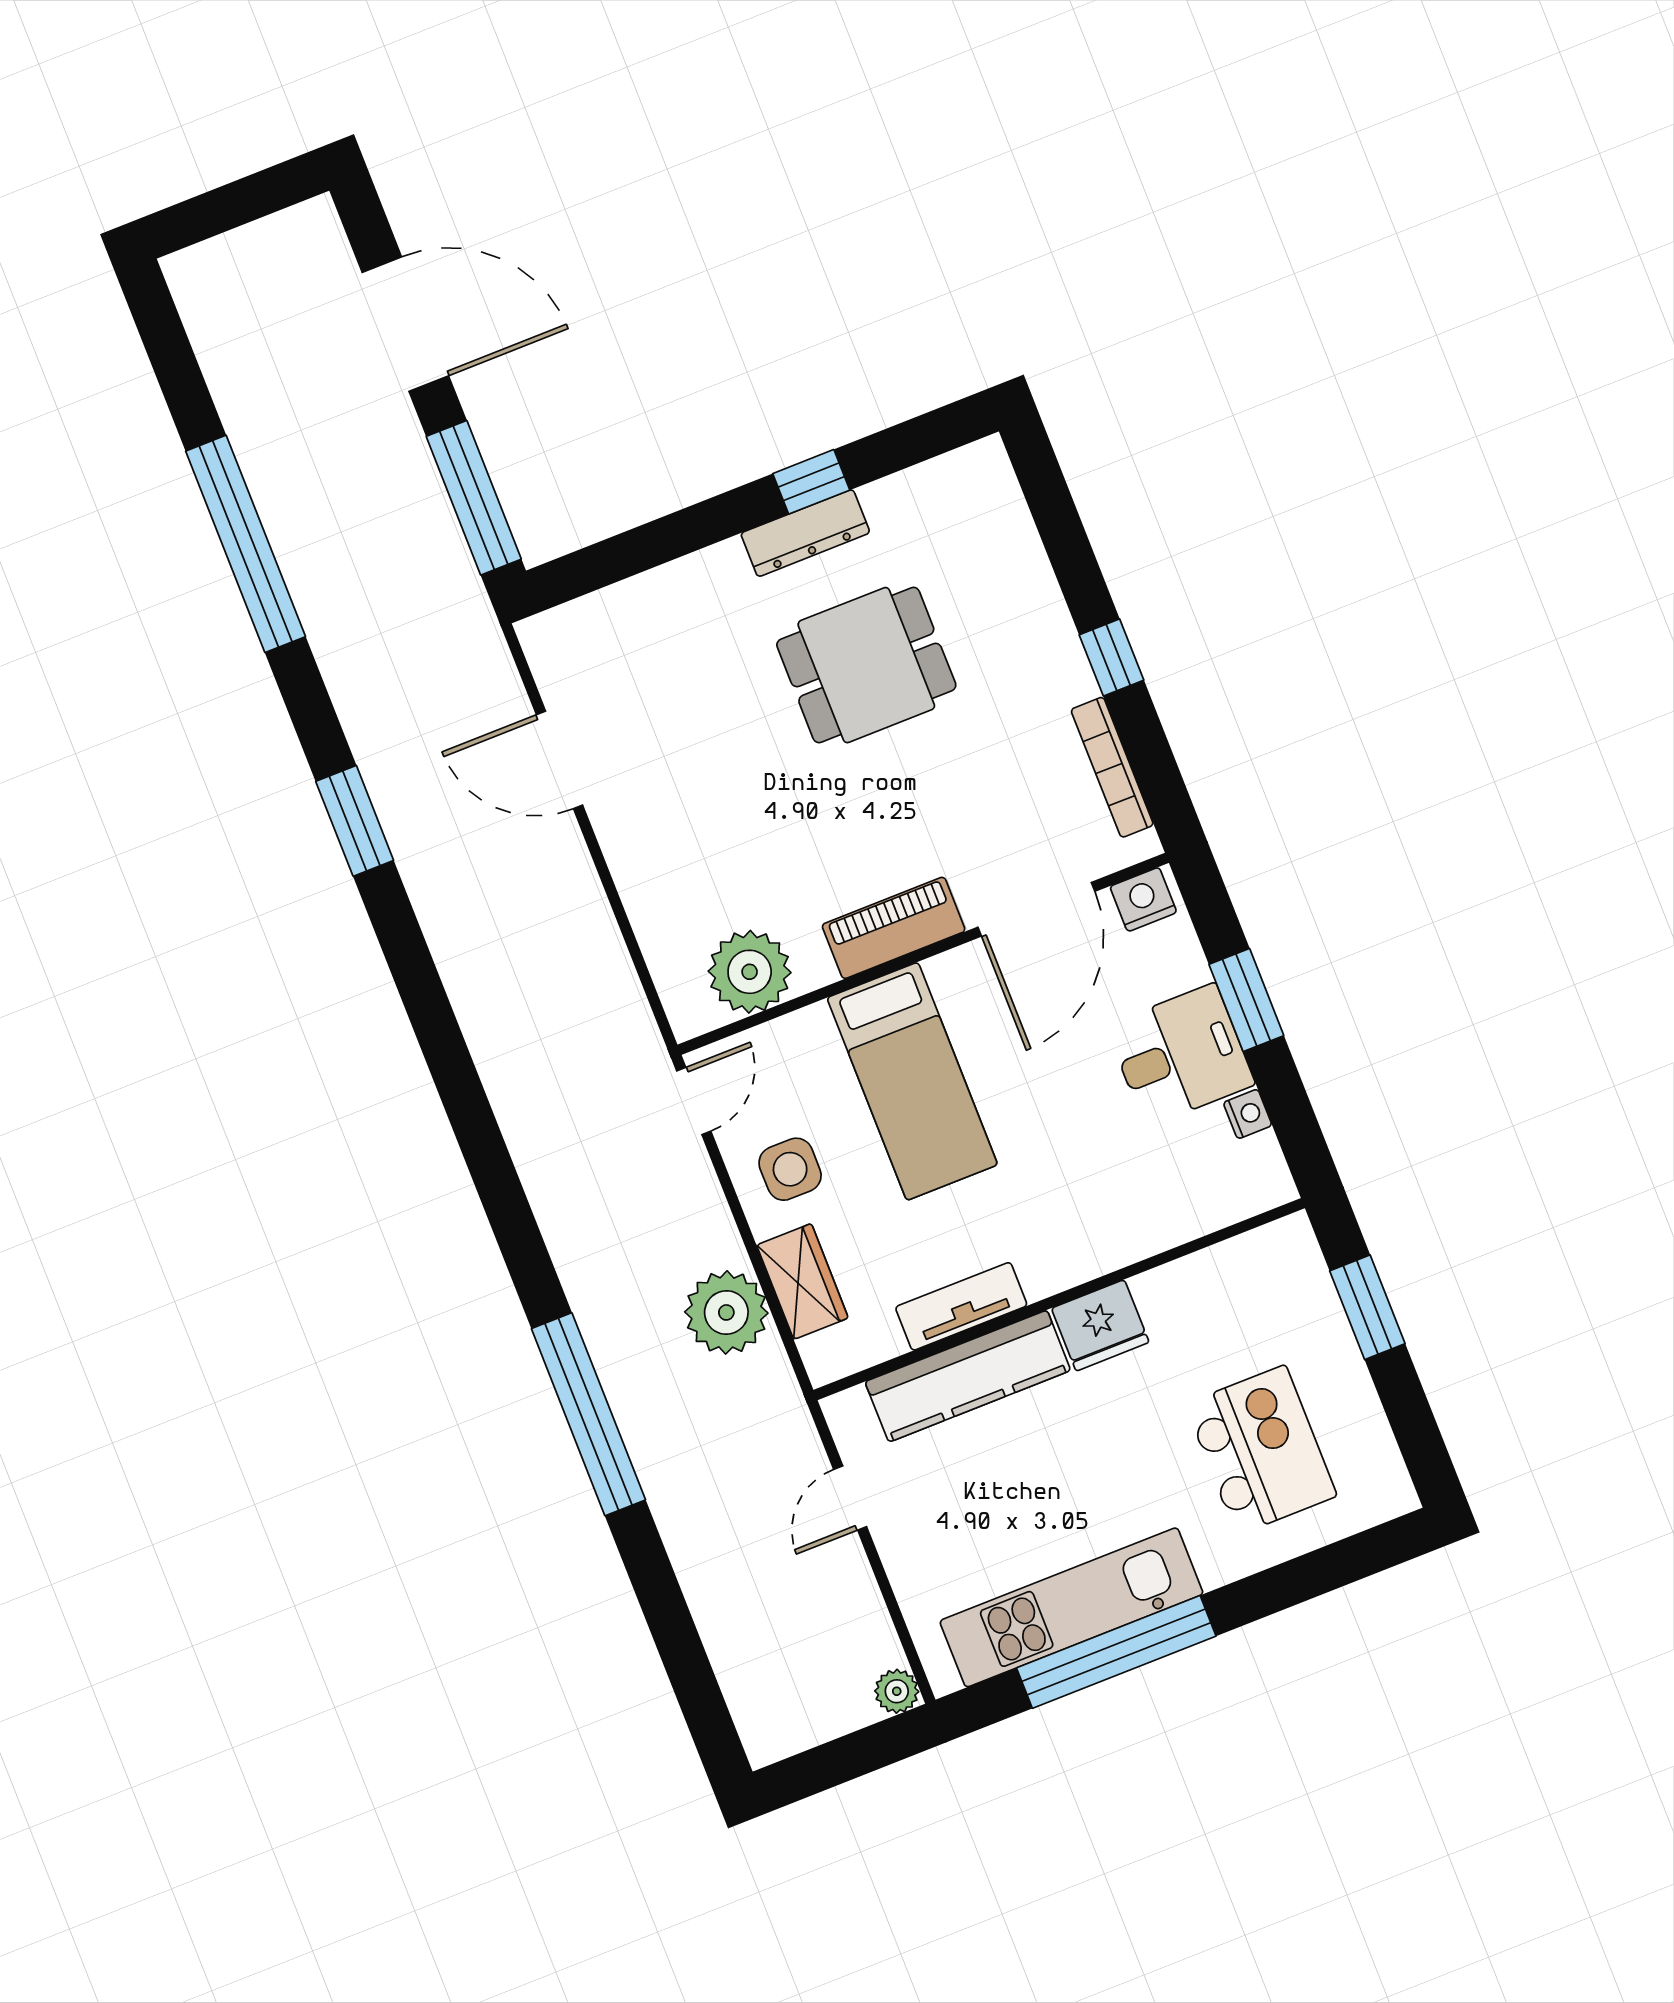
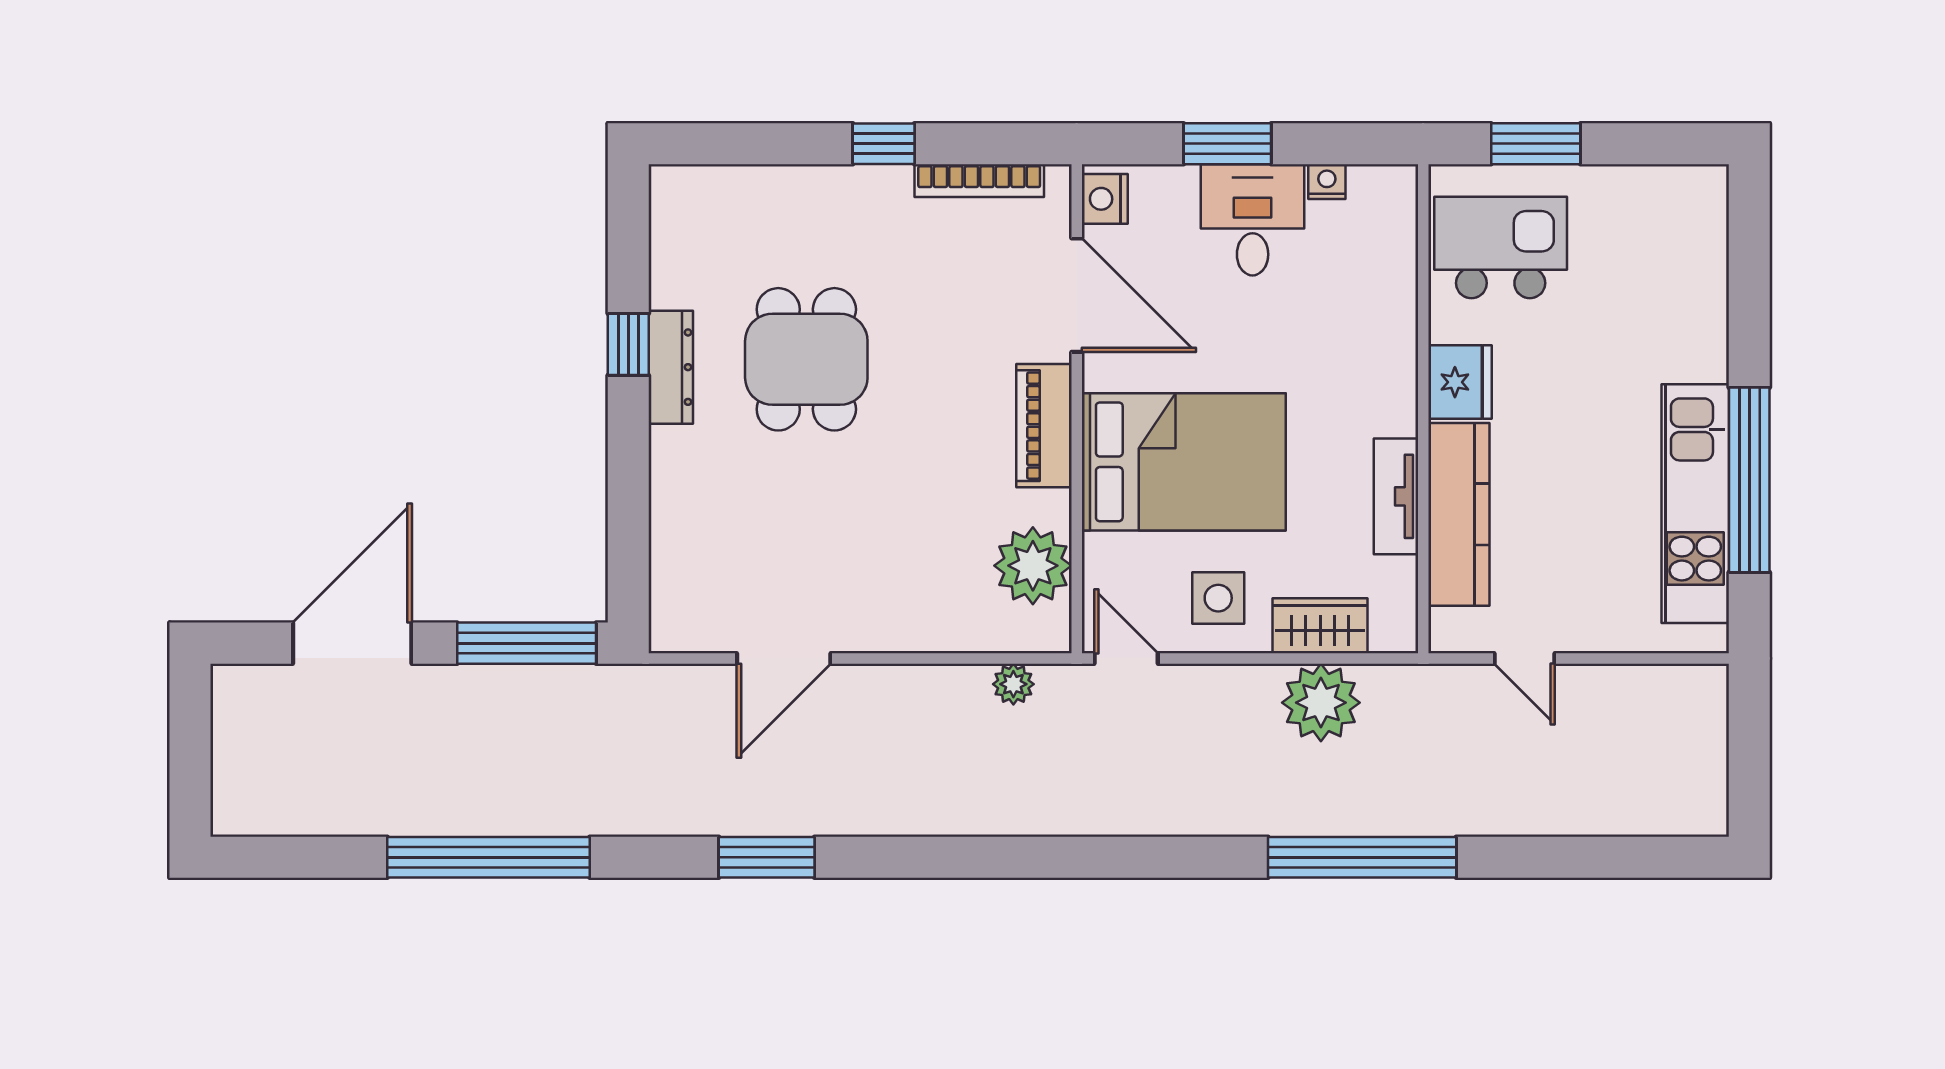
bed: (912, 1081) -> (1184, 462), width x1.50
kitchen island: (1261, 1450) -> (1501, 247), moved
plant: (897, 1691) -> (1013, 684), moved

